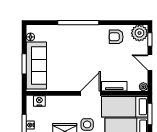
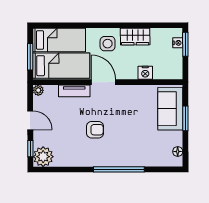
armchair: (116, 37) -> (95, 130), moved
sofa: (36, 65) -> (170, 109), width x0.73
door: (90, 93) -> (104, 82), swing flipped
nightstand: (39, 101) -> (145, 73), moved

